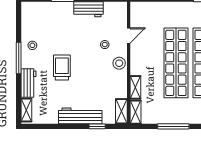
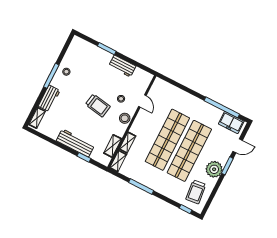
door: (129, 35) -> (142, 101), hinge flipped
trolley: (62, 67) -> (98, 105), moved, turned 100
shelving: (121, 111) -> (113, 146), moved

